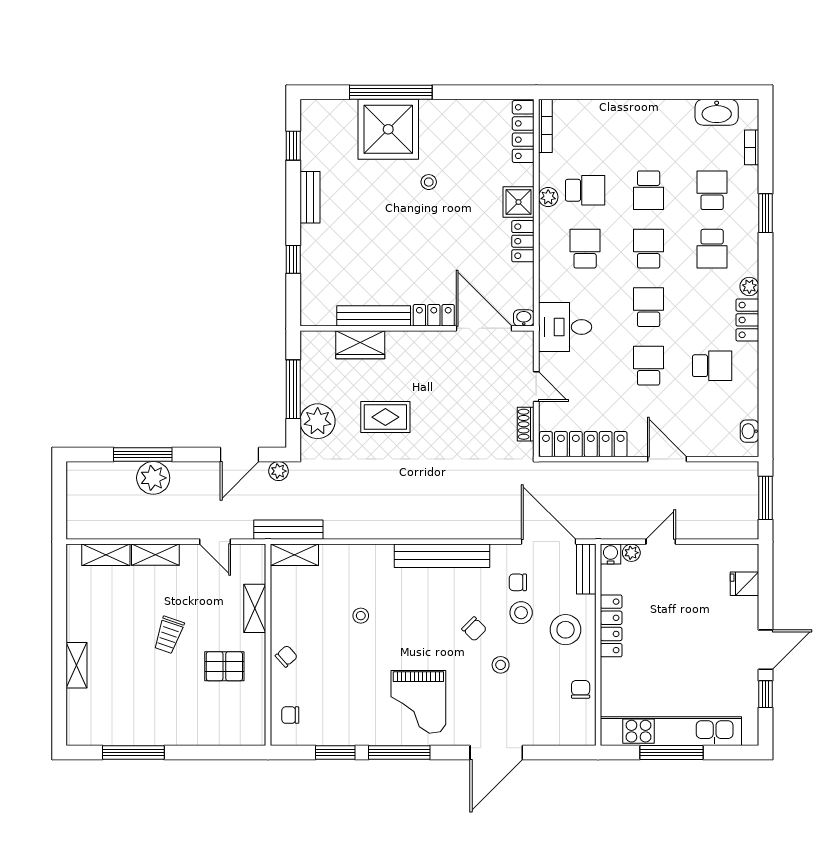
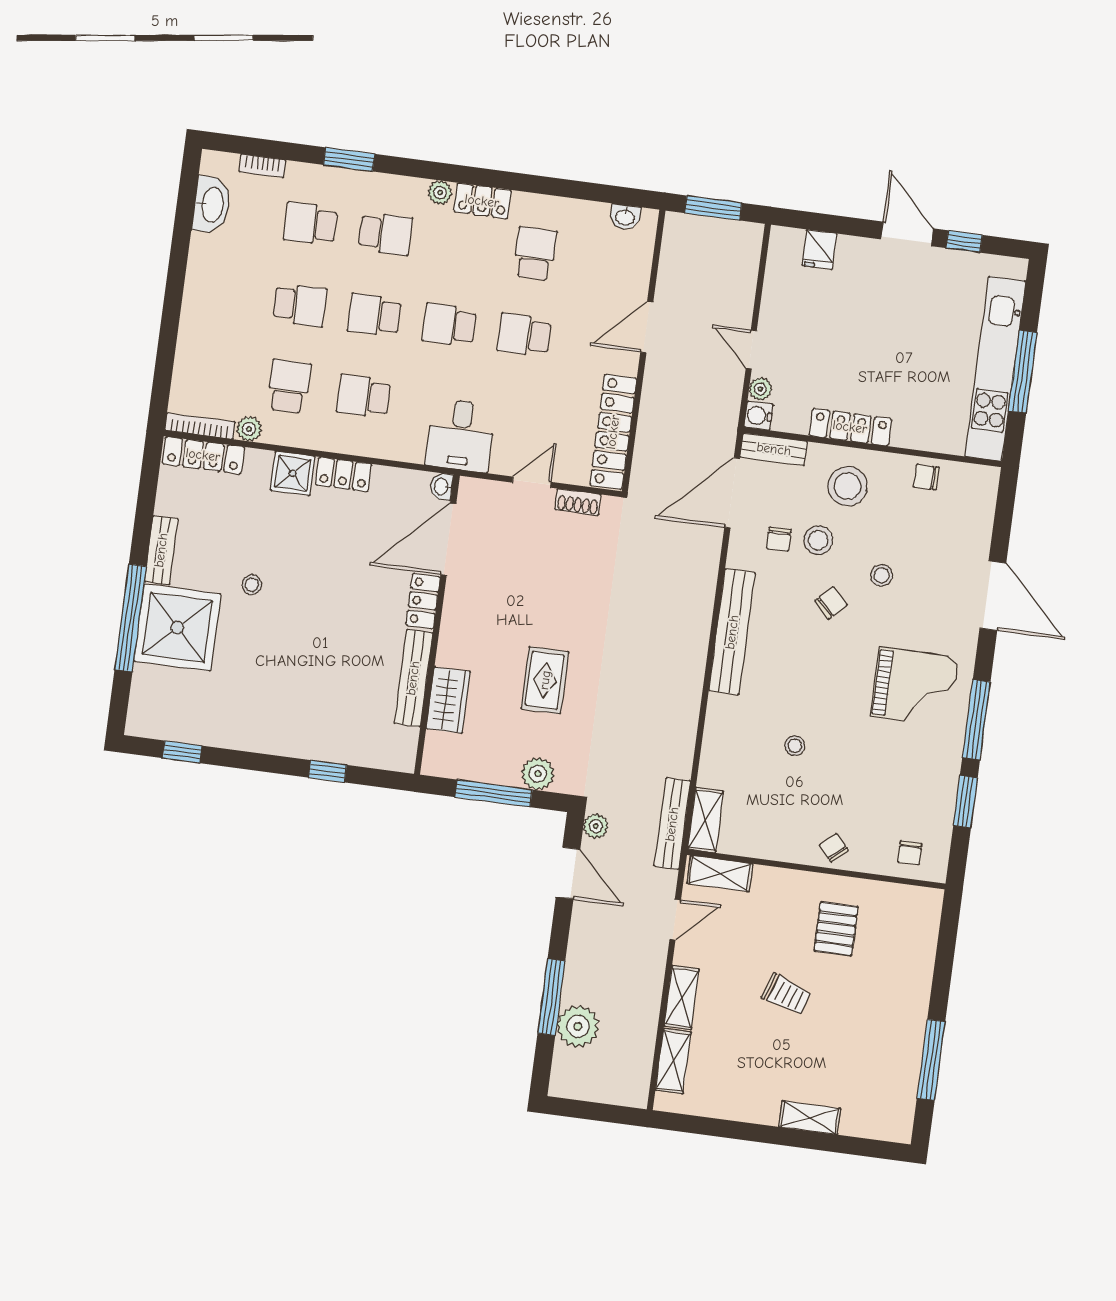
bench: (310, 197) -> (161, 550), moved, turned 90
plant: (548, 197) -> (249, 429), moved
plant: (318, 421) -> (538, 774), width x0.73, depth x0.73
plant: (153, 478) -> (578, 1026), moved
shelving: (255, 608) -> (720, 874), moved

